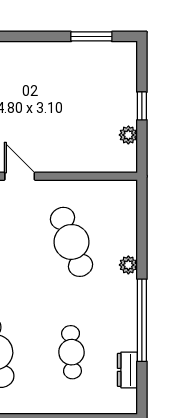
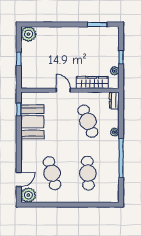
wardrobe: (81, 160) -> (92, 83), added
cafe table: (71, 352) -> (88, 173), width x1.37, depth x1.35
dresser: (127, 370) -> (114, 100), moved

